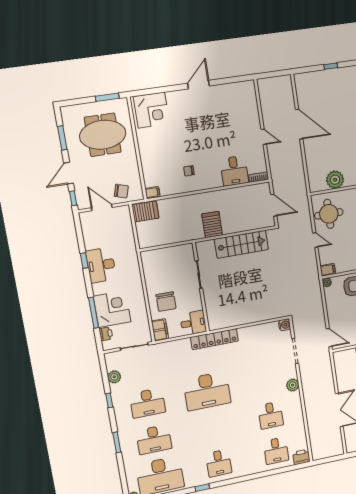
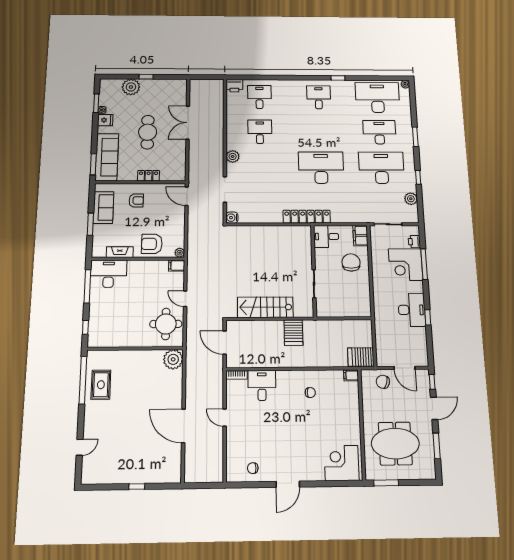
chair: (232, 95) -> (253, 468), added
plant: (335, 180) -> (173, 359), moved
desk: (148, 403) -> (381, 168), width x1.36, depth x1.30

